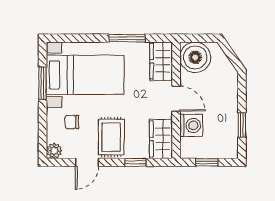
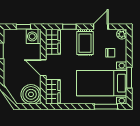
window: (127, 38) -> (106, 107), moved
washing machine: (191, 125) -> (34, 36), moved

